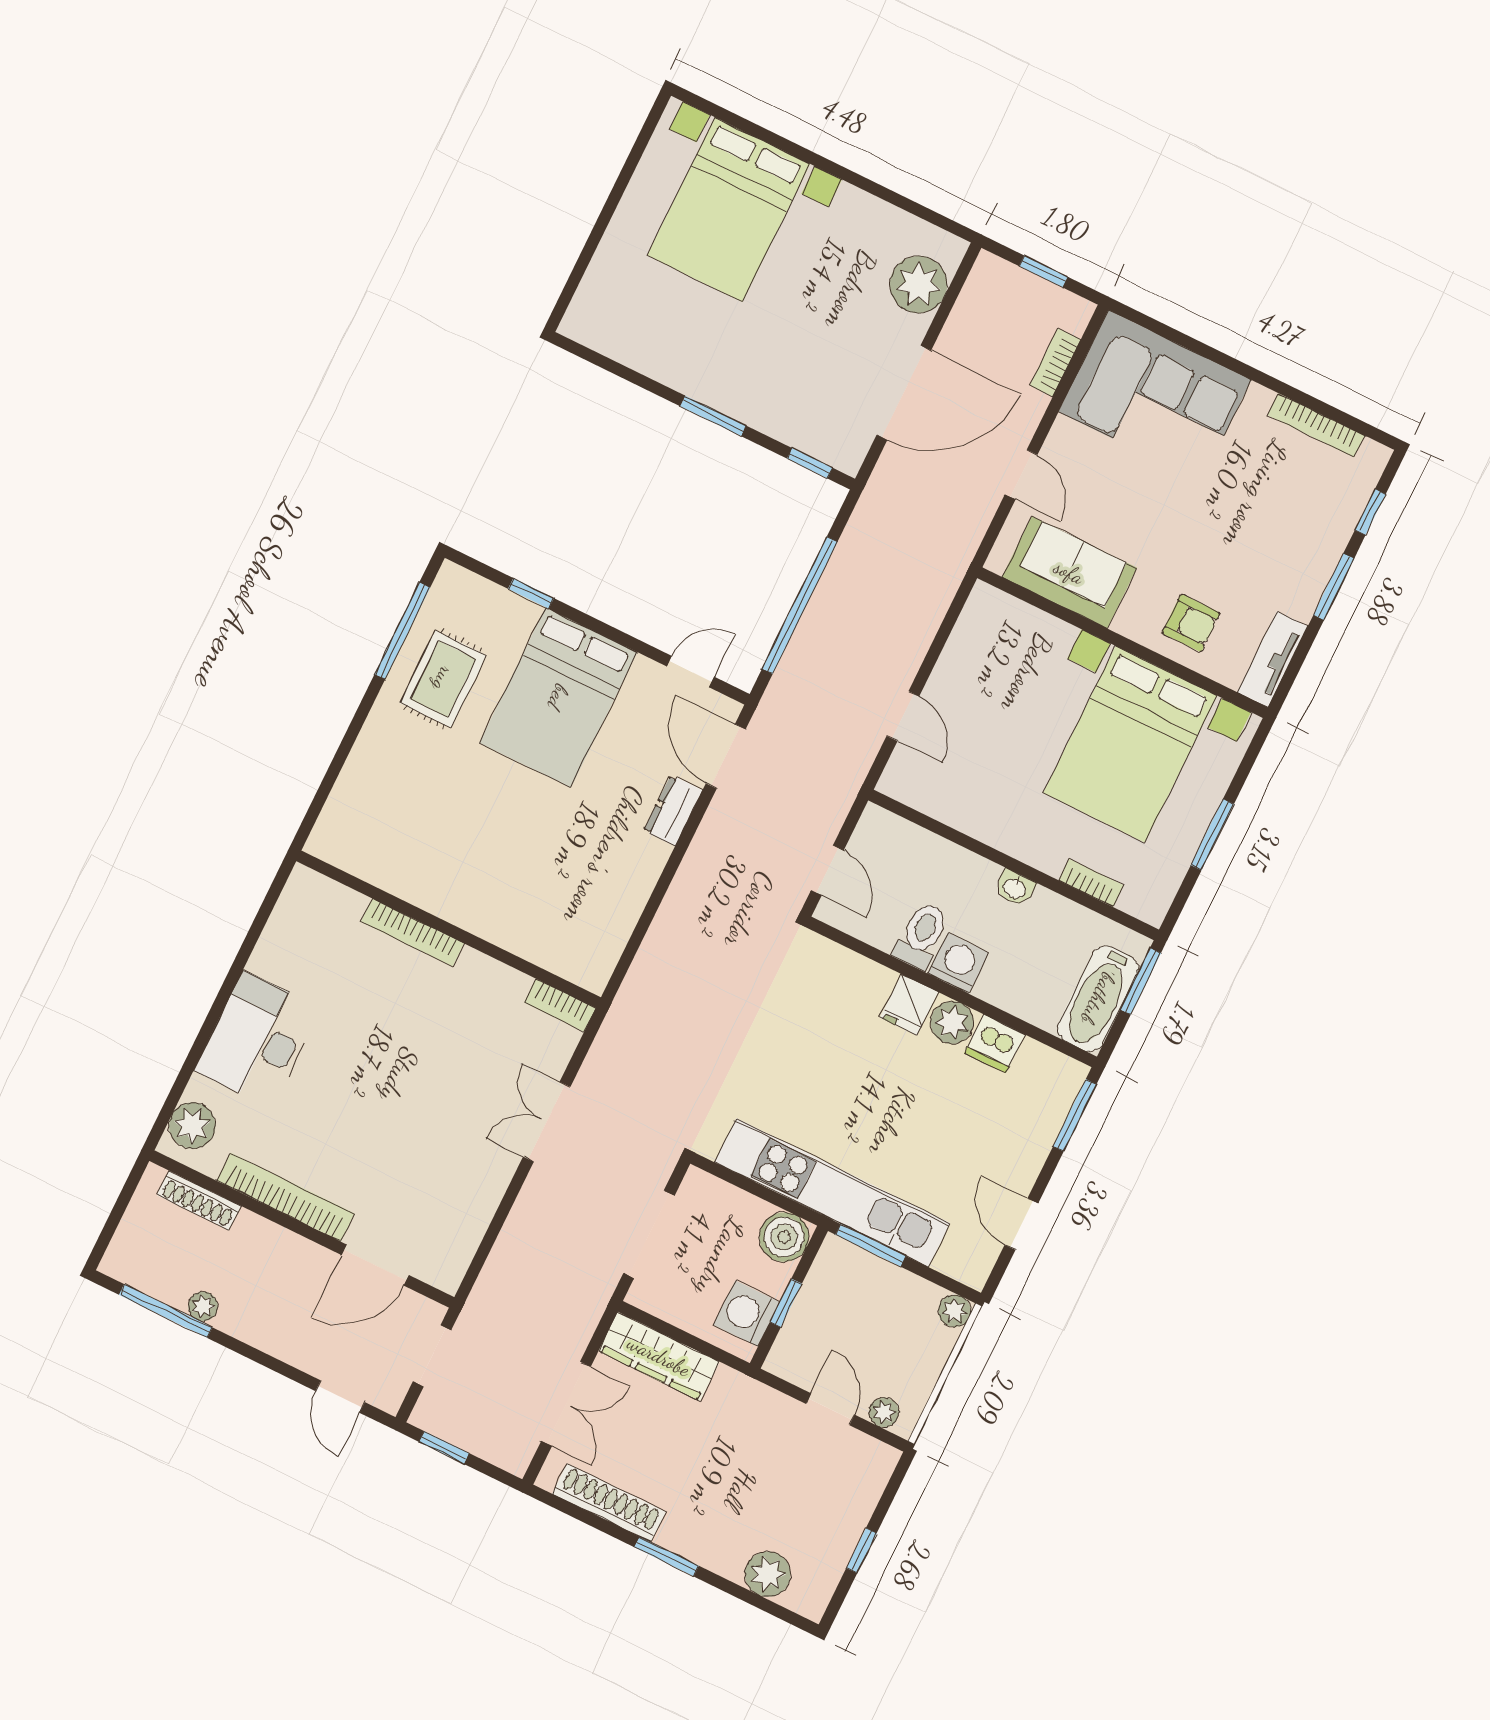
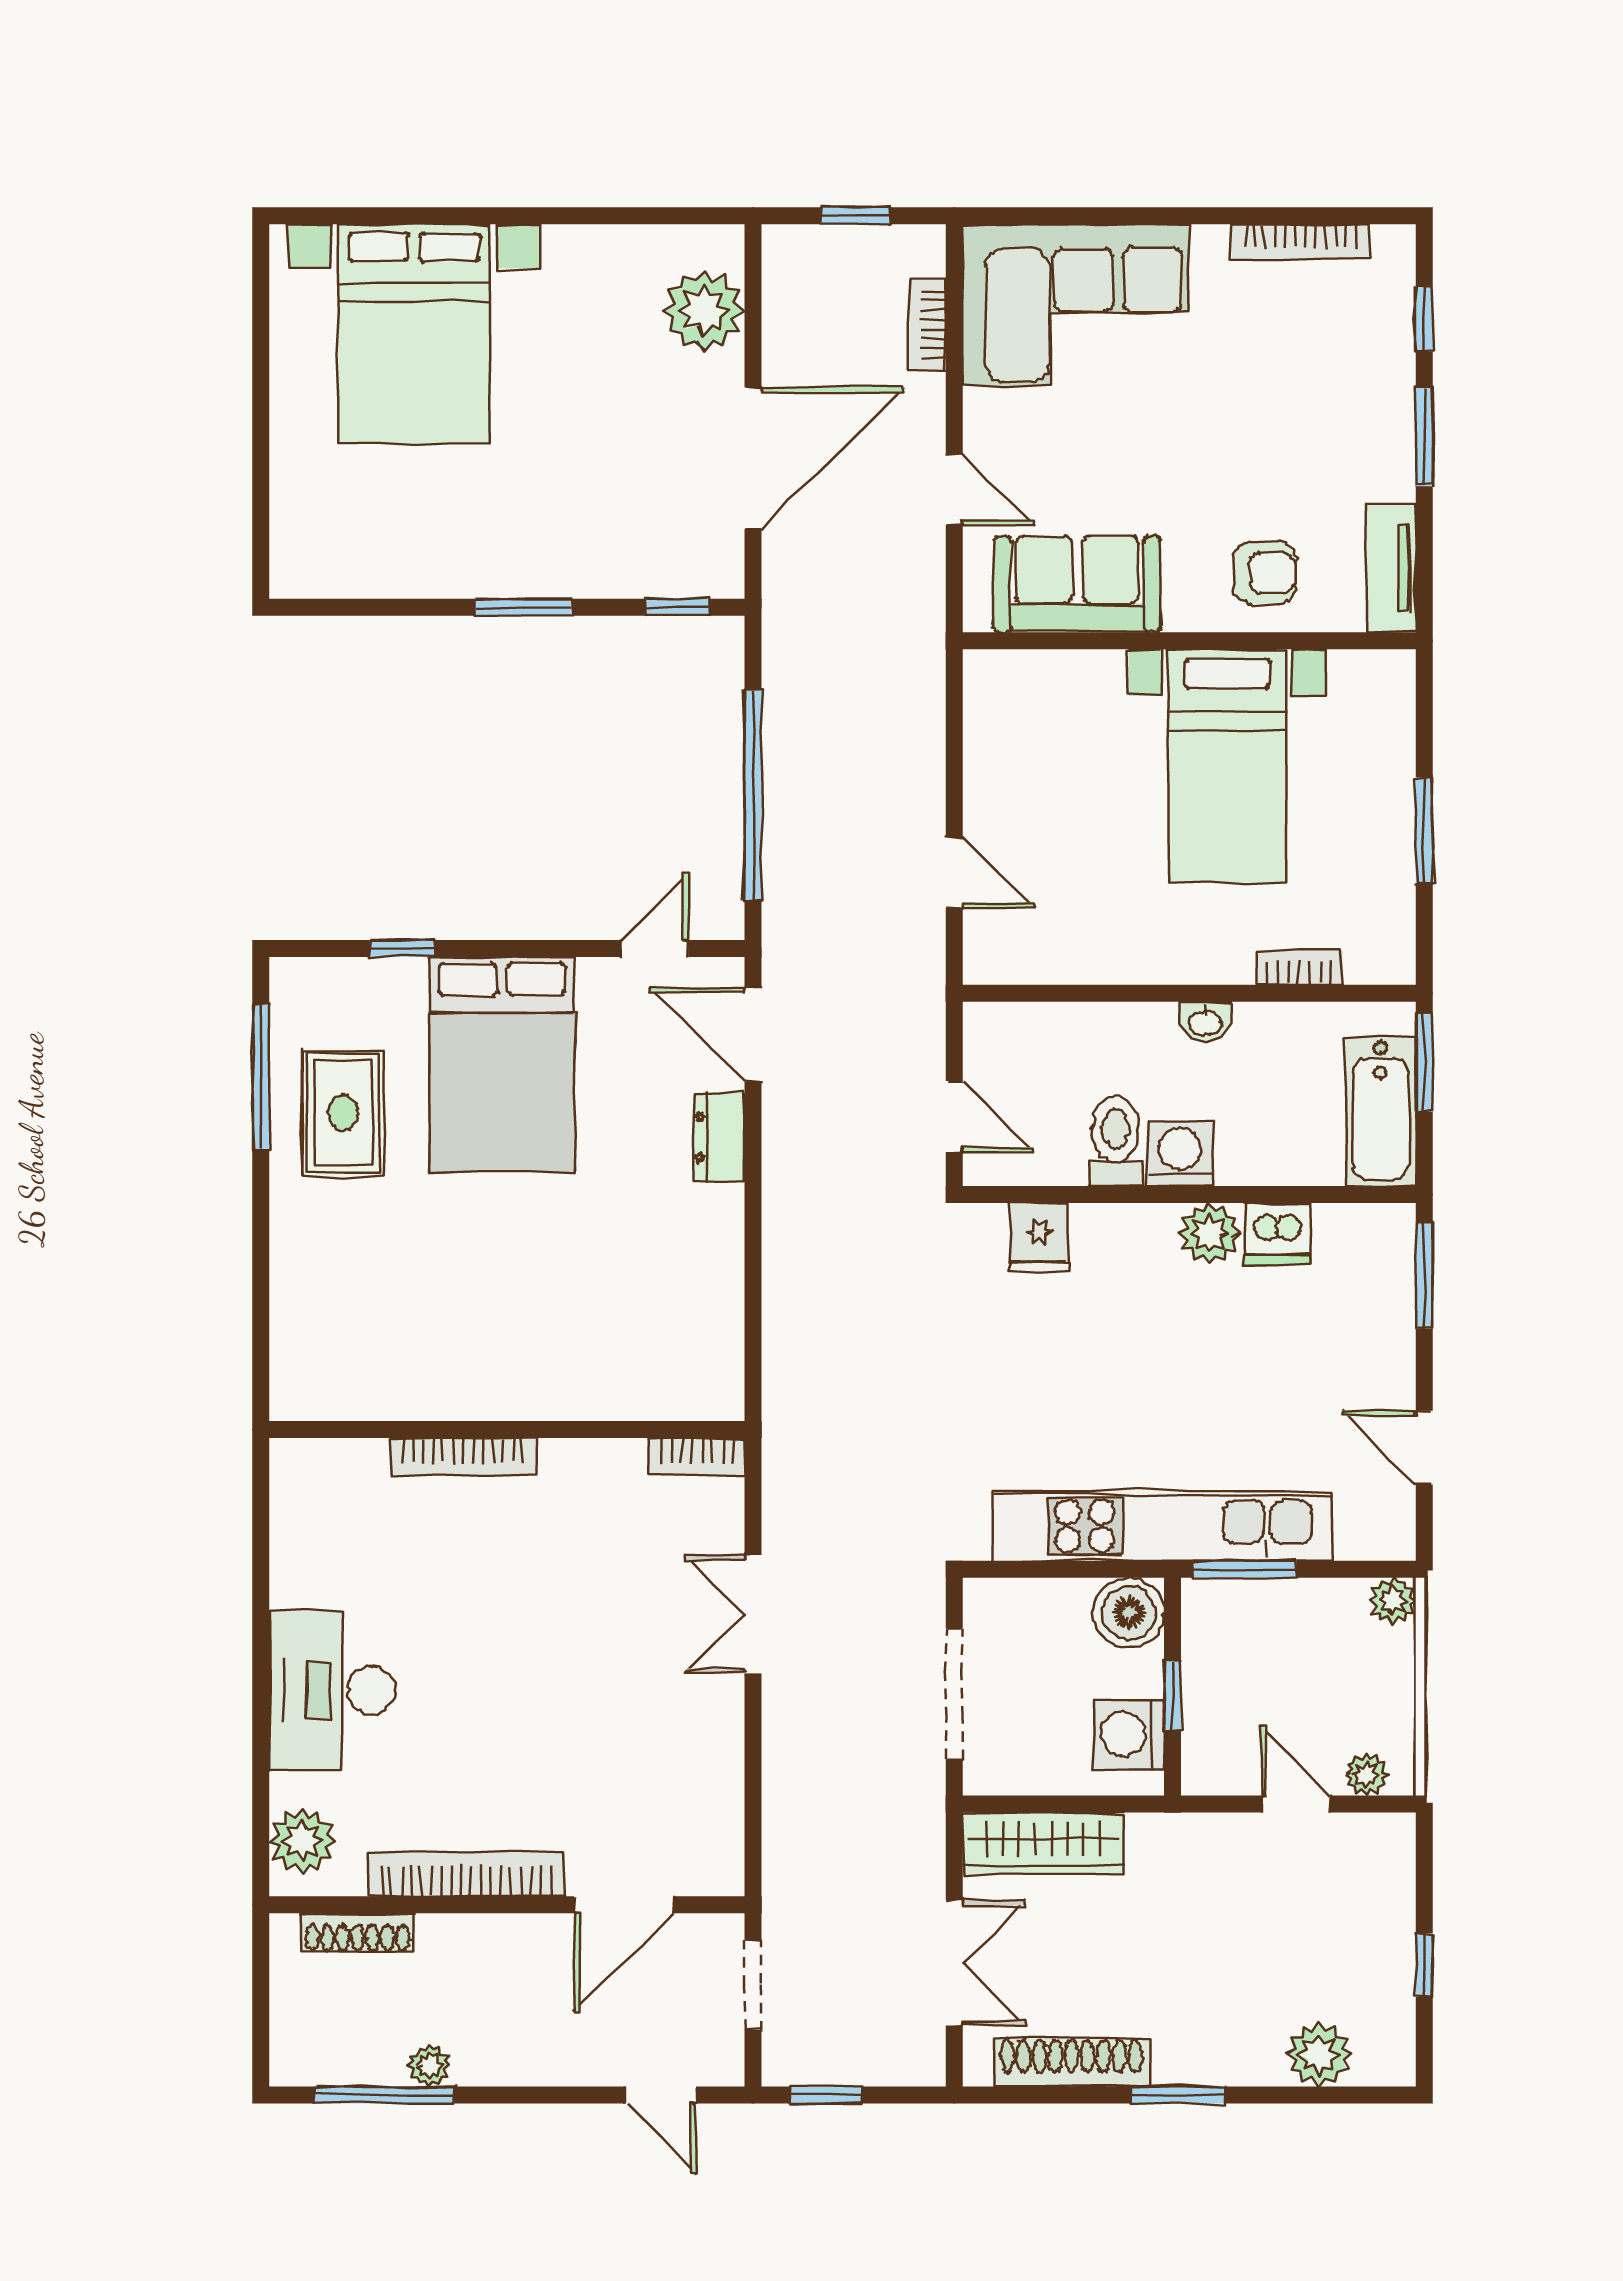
bed with nightstands: (1130, 744) -> (1227, 766), width x0.73
fridge: (909, 1005) -> (1039, 1237), moved

